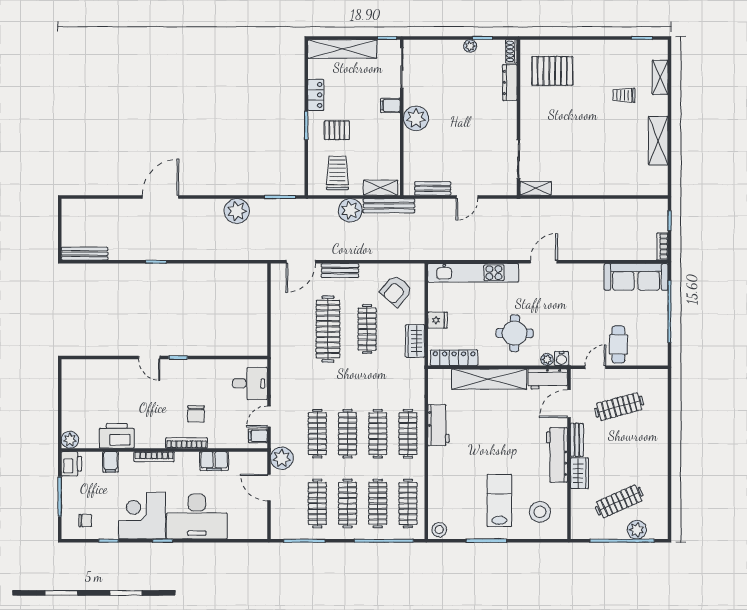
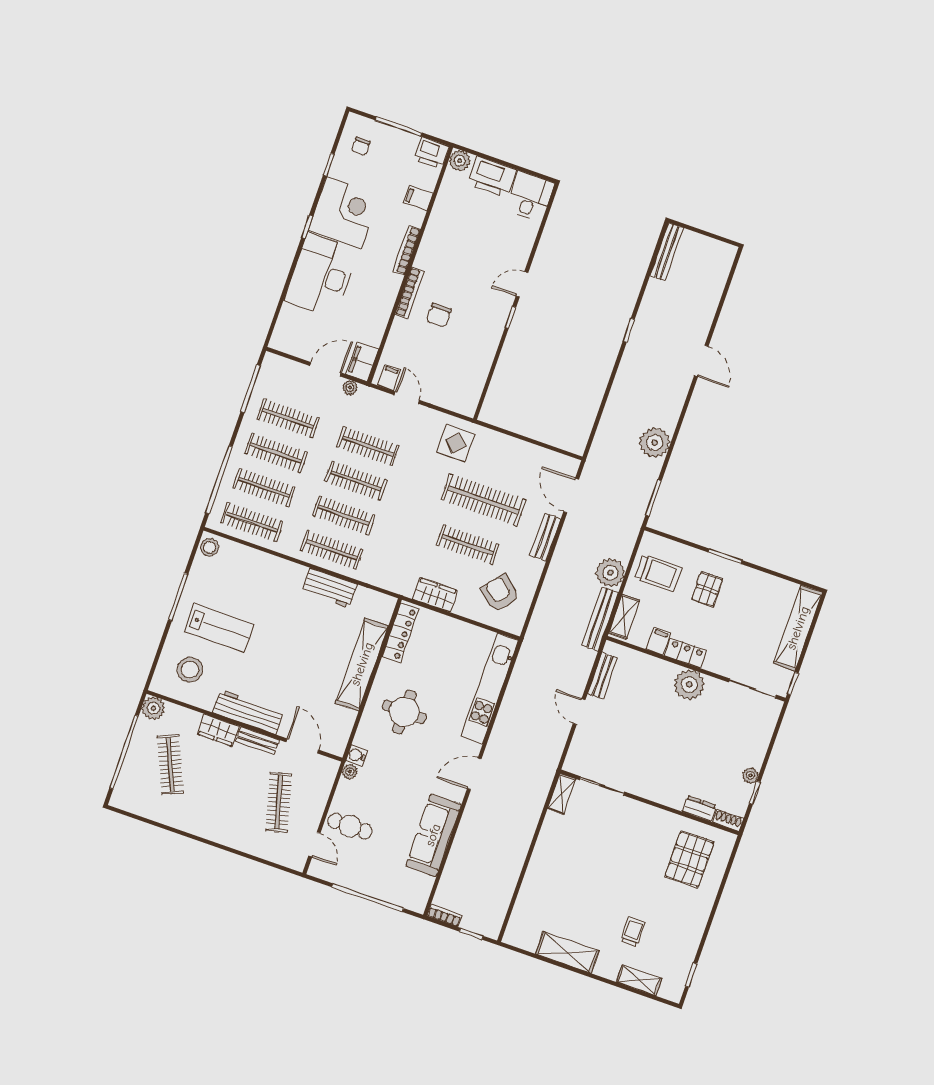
dresser: (510, 82) -> (699, 809), width x0.70
locker: (316, 95) -> (686, 653), moved, turned 180
filing cabinet: (390, 105) -> (659, 641), moved
door: (160, 197) -> (701, 361), width x0.73
door: (544, 262) -> (474, 774), swing flipped
sofa: (636, 277) -> (433, 835), moved
fridge: (438, 320) -> (450, 629), removed
plant: (547, 359) -> (350, 772), moved
display table: (291, 366) -> (456, 443), added
door: (595, 367) -> (314, 844), moved
workbench: (548, 379) -> (339, 731), removed
desk: (250, 383) -> (530, 196), moved, turned 180
chair: (196, 414) -> (439, 315), turned -90
printer: (117, 436) -> (492, 177), moved, turned 90
plant: (282, 458) -> (350, 388), width x0.53, depth x0.53
filing cabinet: (214, 461) -> (362, 362), moved
plant: (637, 530) -> (153, 708), moved

